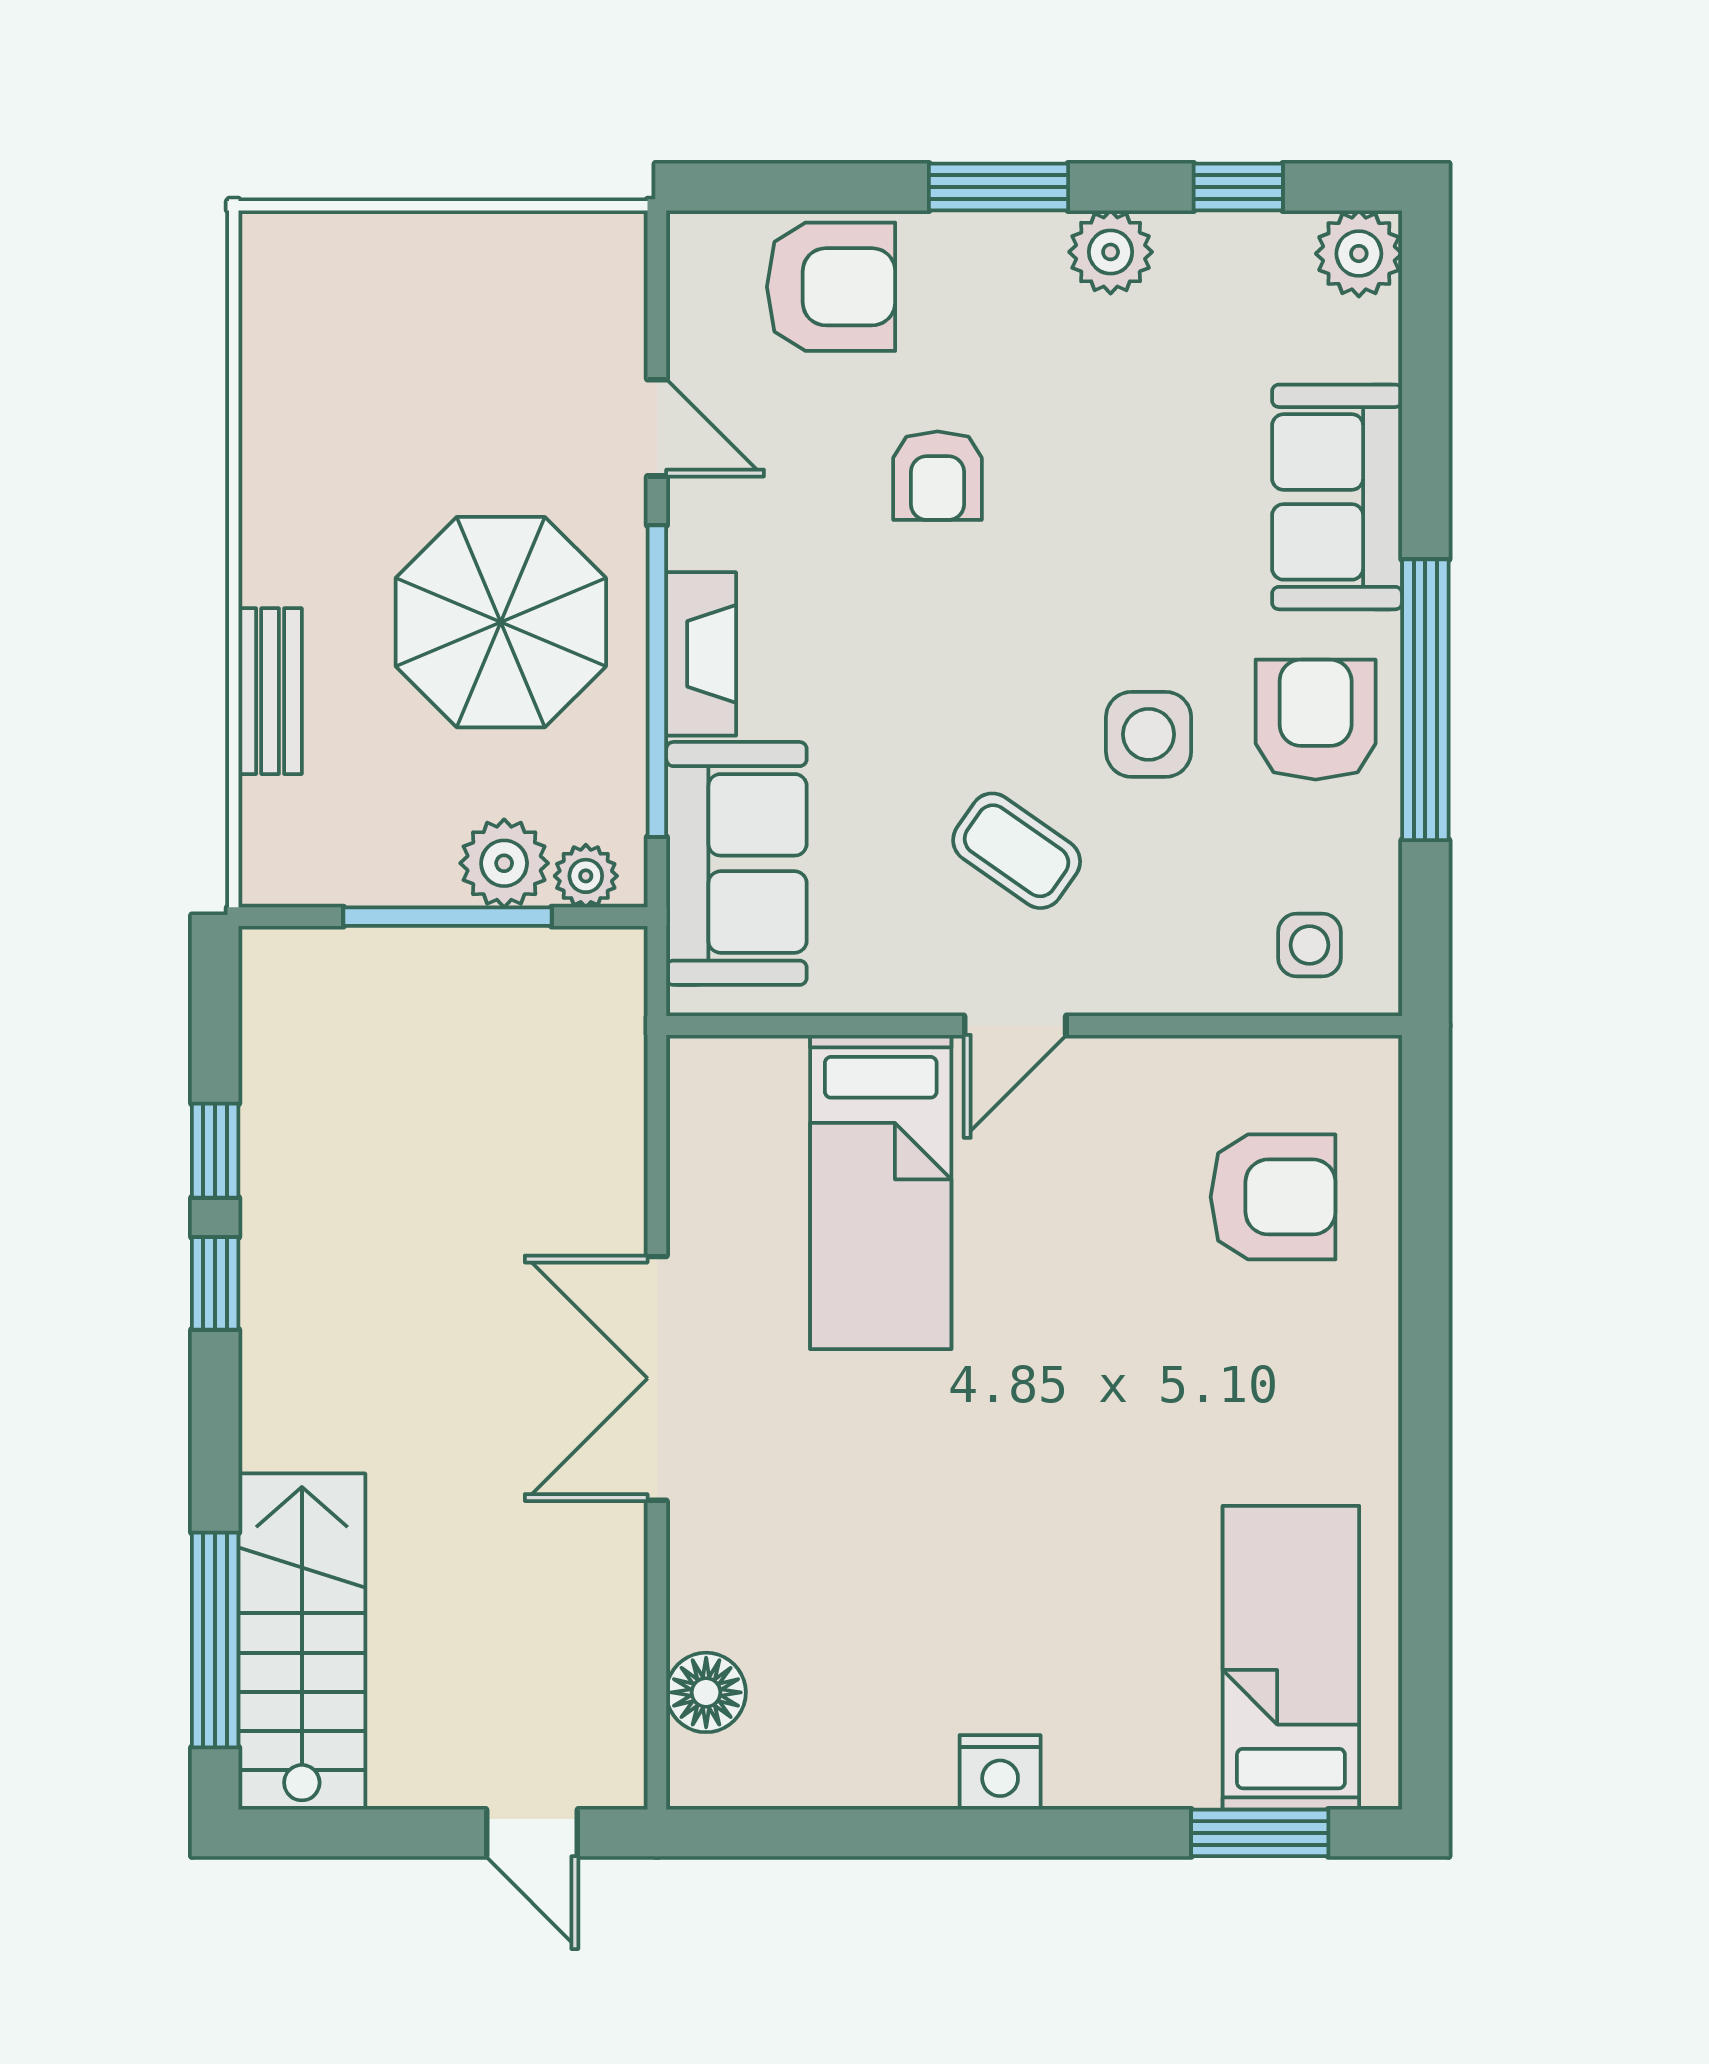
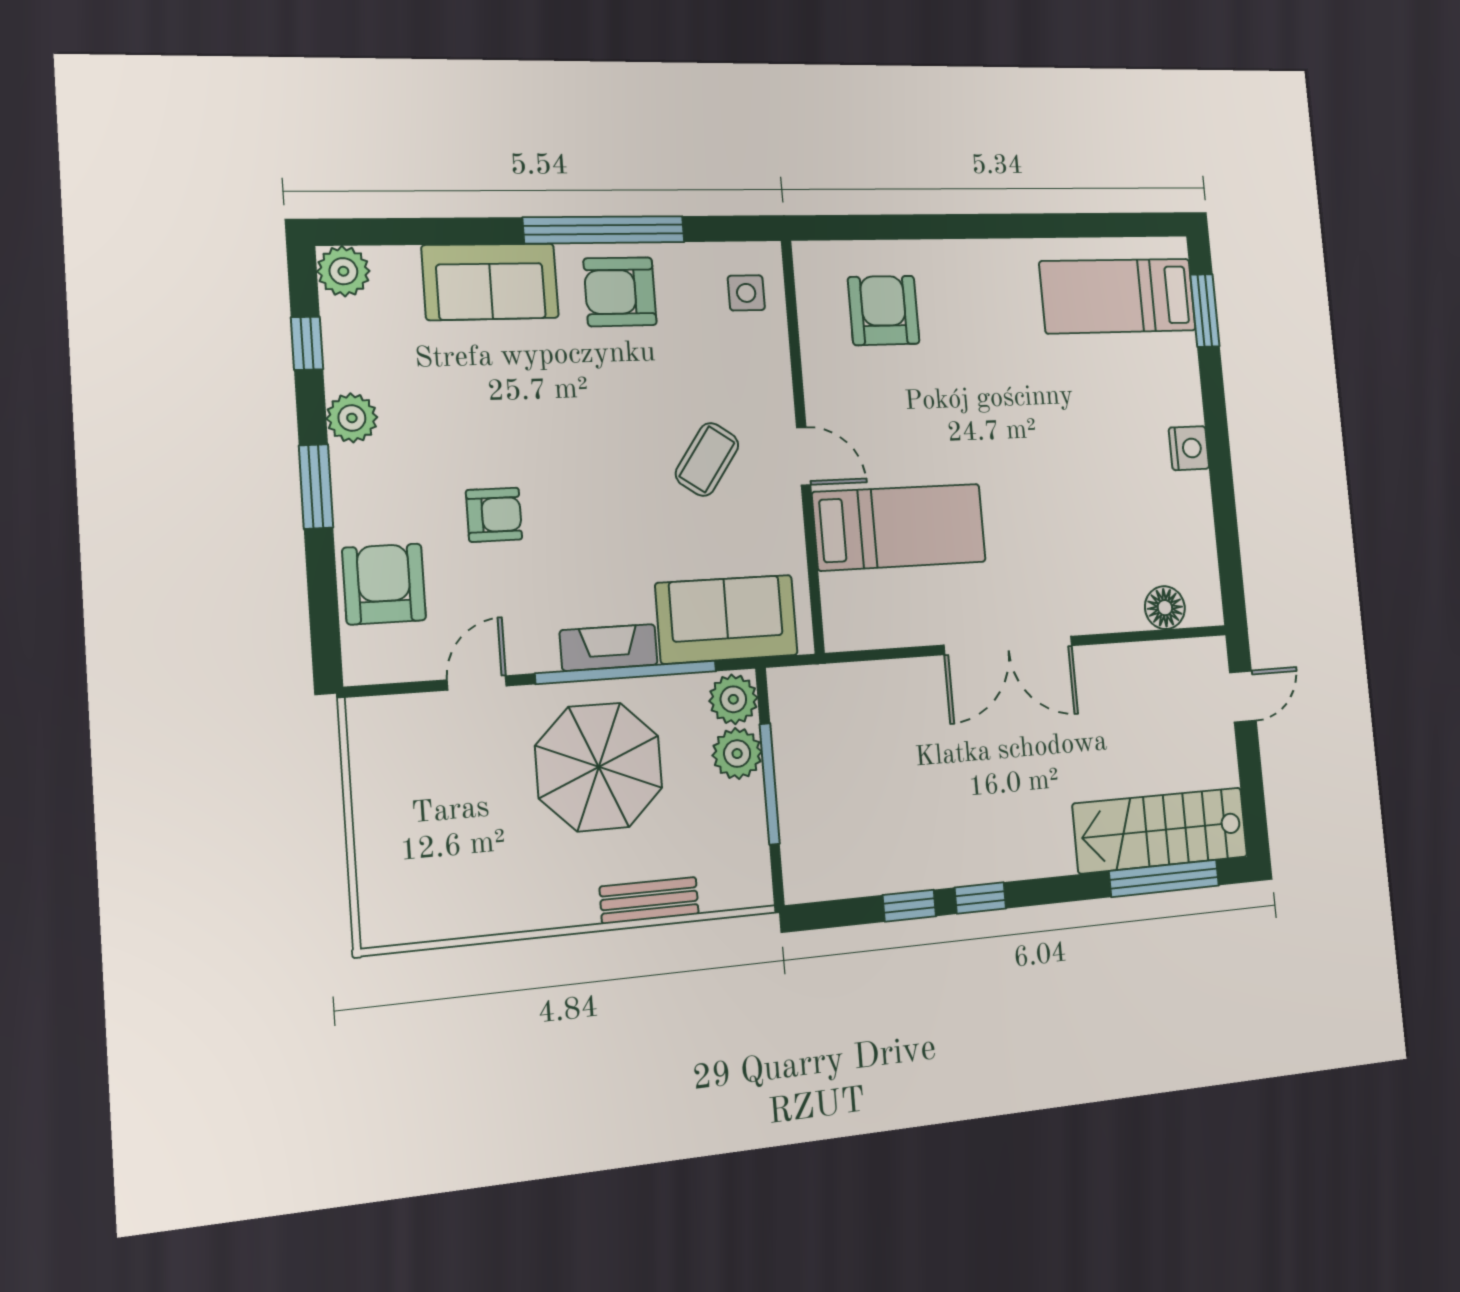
side table: (1149, 734) -> (636, 387), removed
plant: (586, 876) -> (733, 699), width x1.38, depth x1.38

